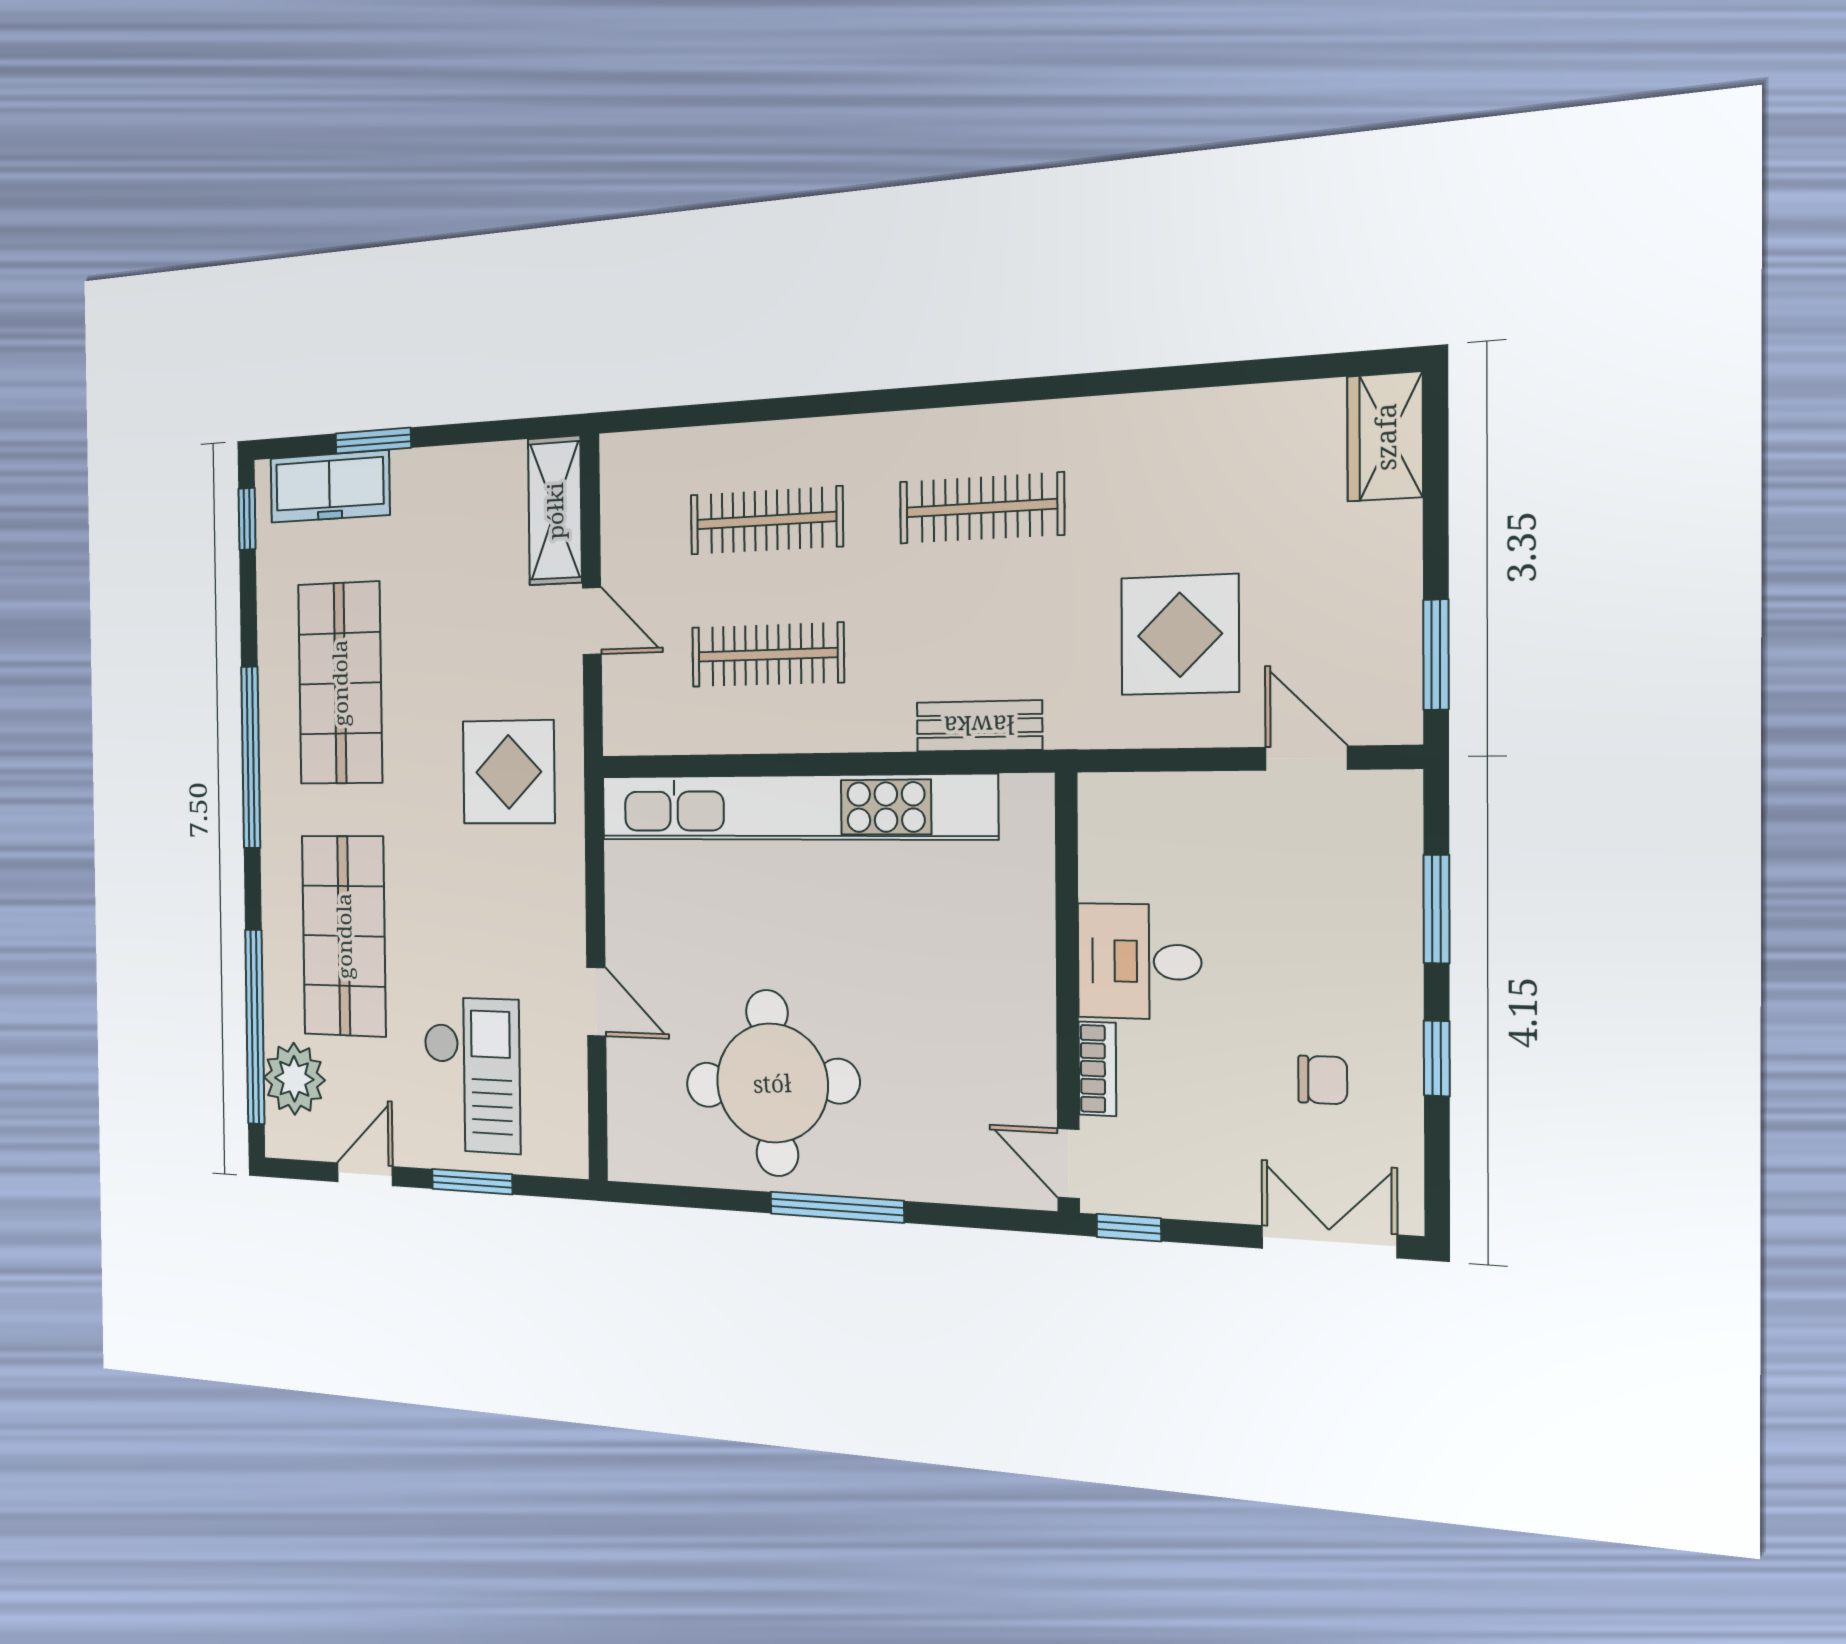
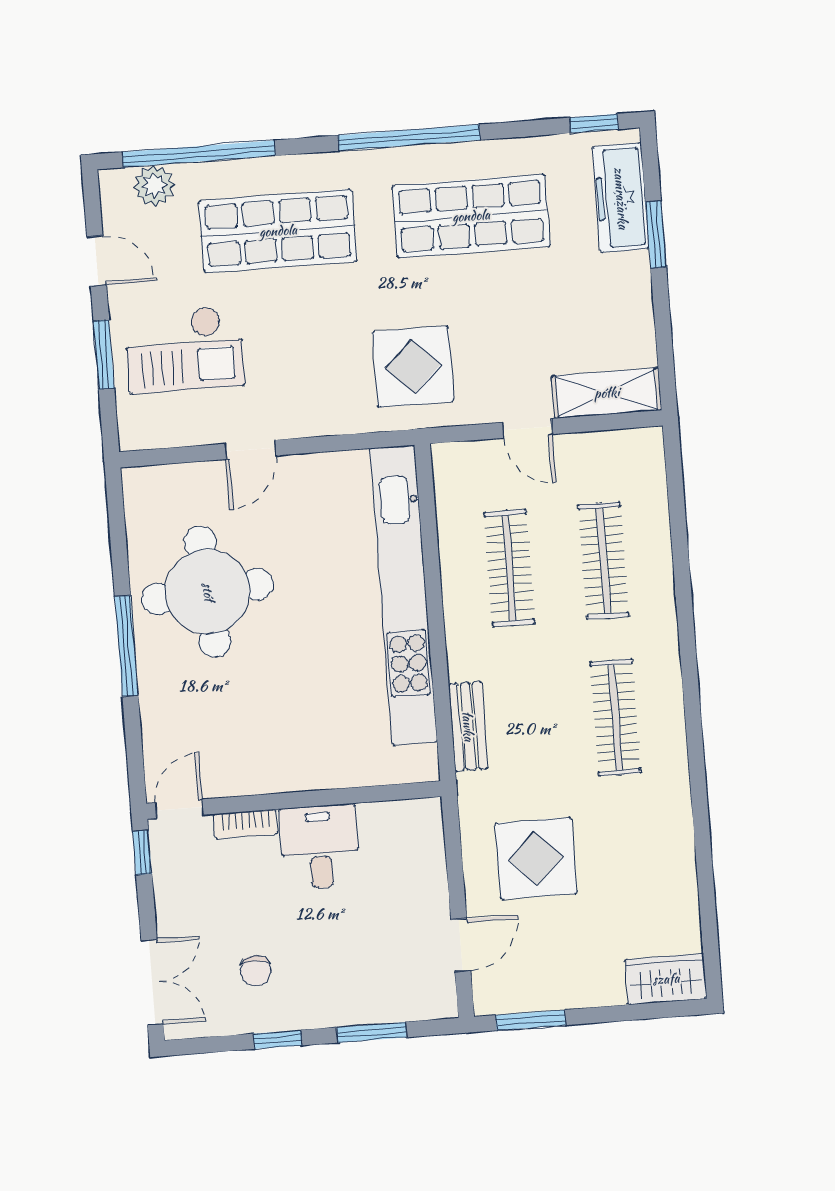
door: (592, 621) -> (527, 428), hinge flipped
plant: (294, 1079) -> (154, 186), width x0.73, depth x0.73

